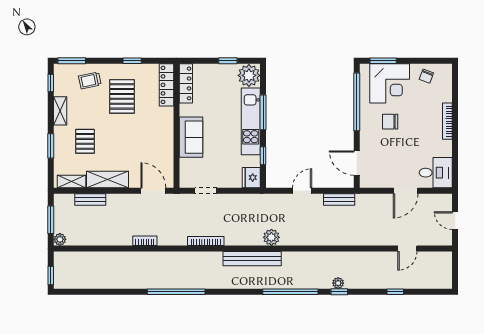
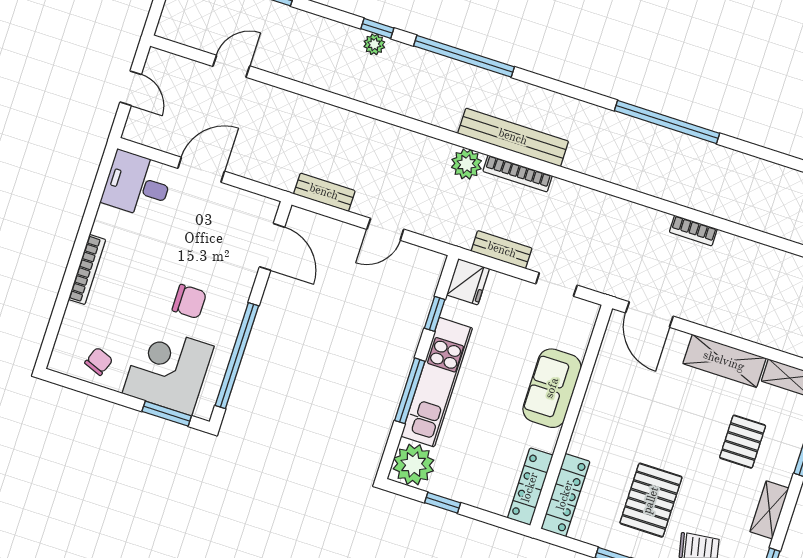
bench: (90, 199) -> (502, 250), moved
bookcase: (206, 241) -> (518, 173), moved

